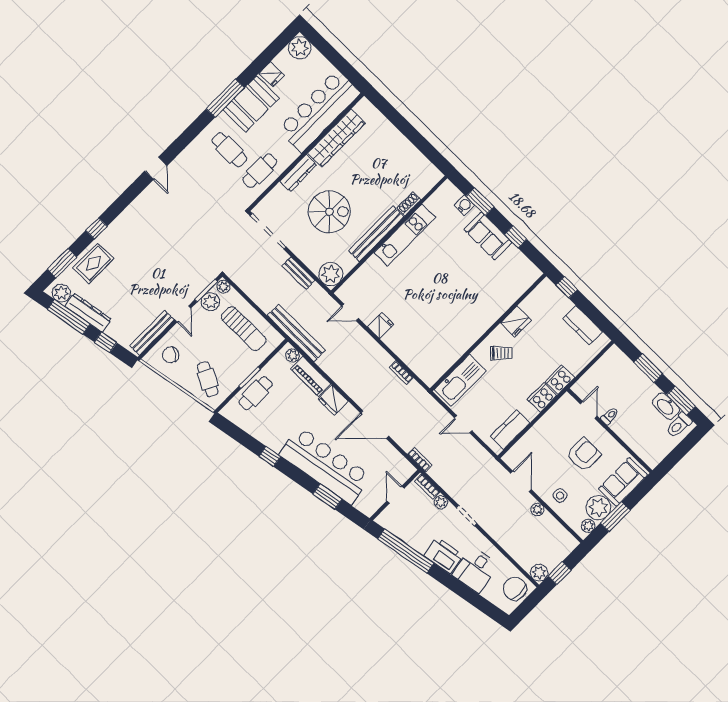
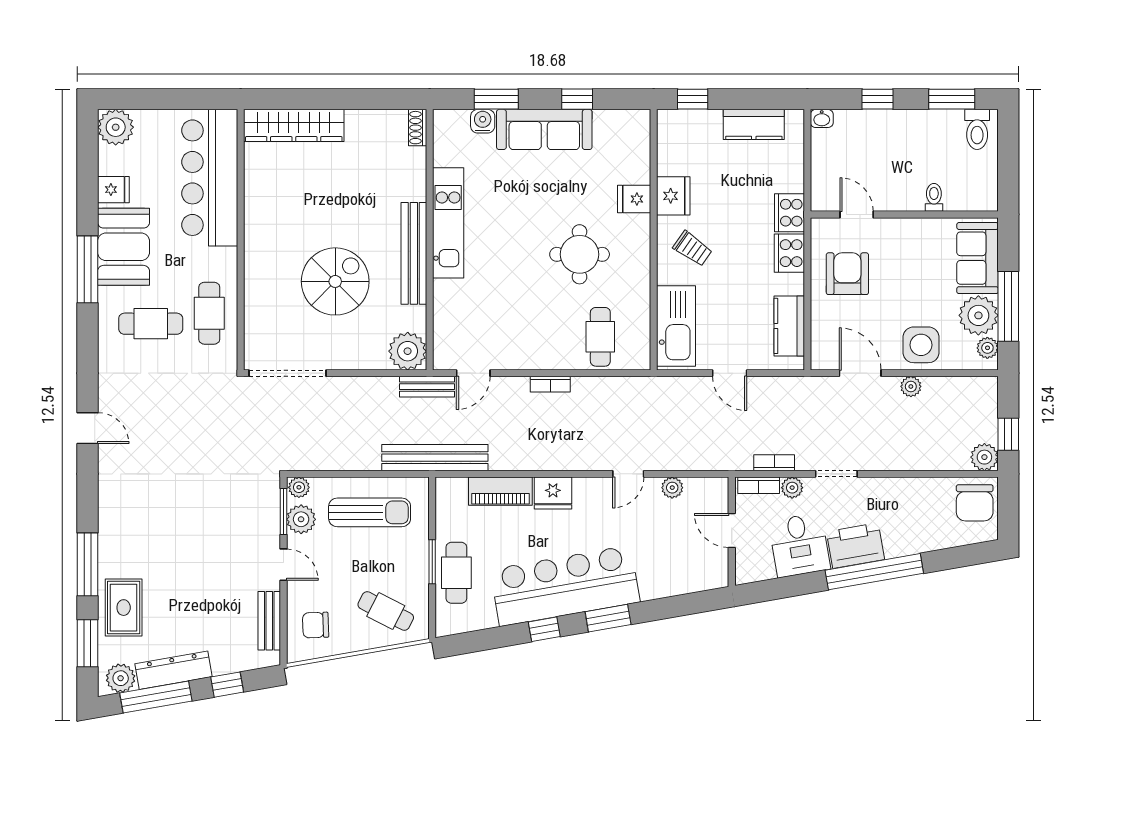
wardrobe: (336, 138) -> (294, 125), moved, turned 90
dresser: (298, 173) -> (256, 272), removed
shoe rack: (409, 204) -> (418, 128), moved
window: (96, 228) -> (88, 564), width x2.17
sofa: (488, 236) -> (544, 129), width x1.36
bench: (299, 273) -> (427, 387), moved
round table: (449, 306) -> (580, 254), added
fridge: (381, 326) -> (634, 199), moved, turned -90
bench: (152, 333) -> (269, 621), width x0.73
cafe table: (422, 352) -> (600, 337), added
trolley: (501, 353) -> (693, 249), turned 80
chair: (171, 355) -> (316, 625), turned 53
plant: (293, 355) -> (672, 488), moved
window: (648, 368) -> (877, 99), width x0.67
bookcase: (401, 373) -> (550, 384), moved
washbasin: (666, 406) -> (822, 118), moved, width x0.52, depth x0.69
toilet: (610, 416) -> (934, 197), moved
door: (463, 424) -> (730, 373), hinge flipped
door: (375, 425) -> (628, 474), width x0.53
armchair: (584, 455) -> (847, 274), moved
bookcase: (420, 460) -> (774, 463), moved
bar counter: (325, 465) -> (565, 586), moved
side table: (560, 495) -> (921, 345), width x1.87, depth x1.87
window: (327, 497) -> (608, 618), moved
window: (615, 517) -> (1008, 306), width x1.44
window: (406, 551) -> (874, 572), moved
desk: (475, 570) -> (799, 545), moved
chair: (515, 589) -> (975, 503), turned -90

